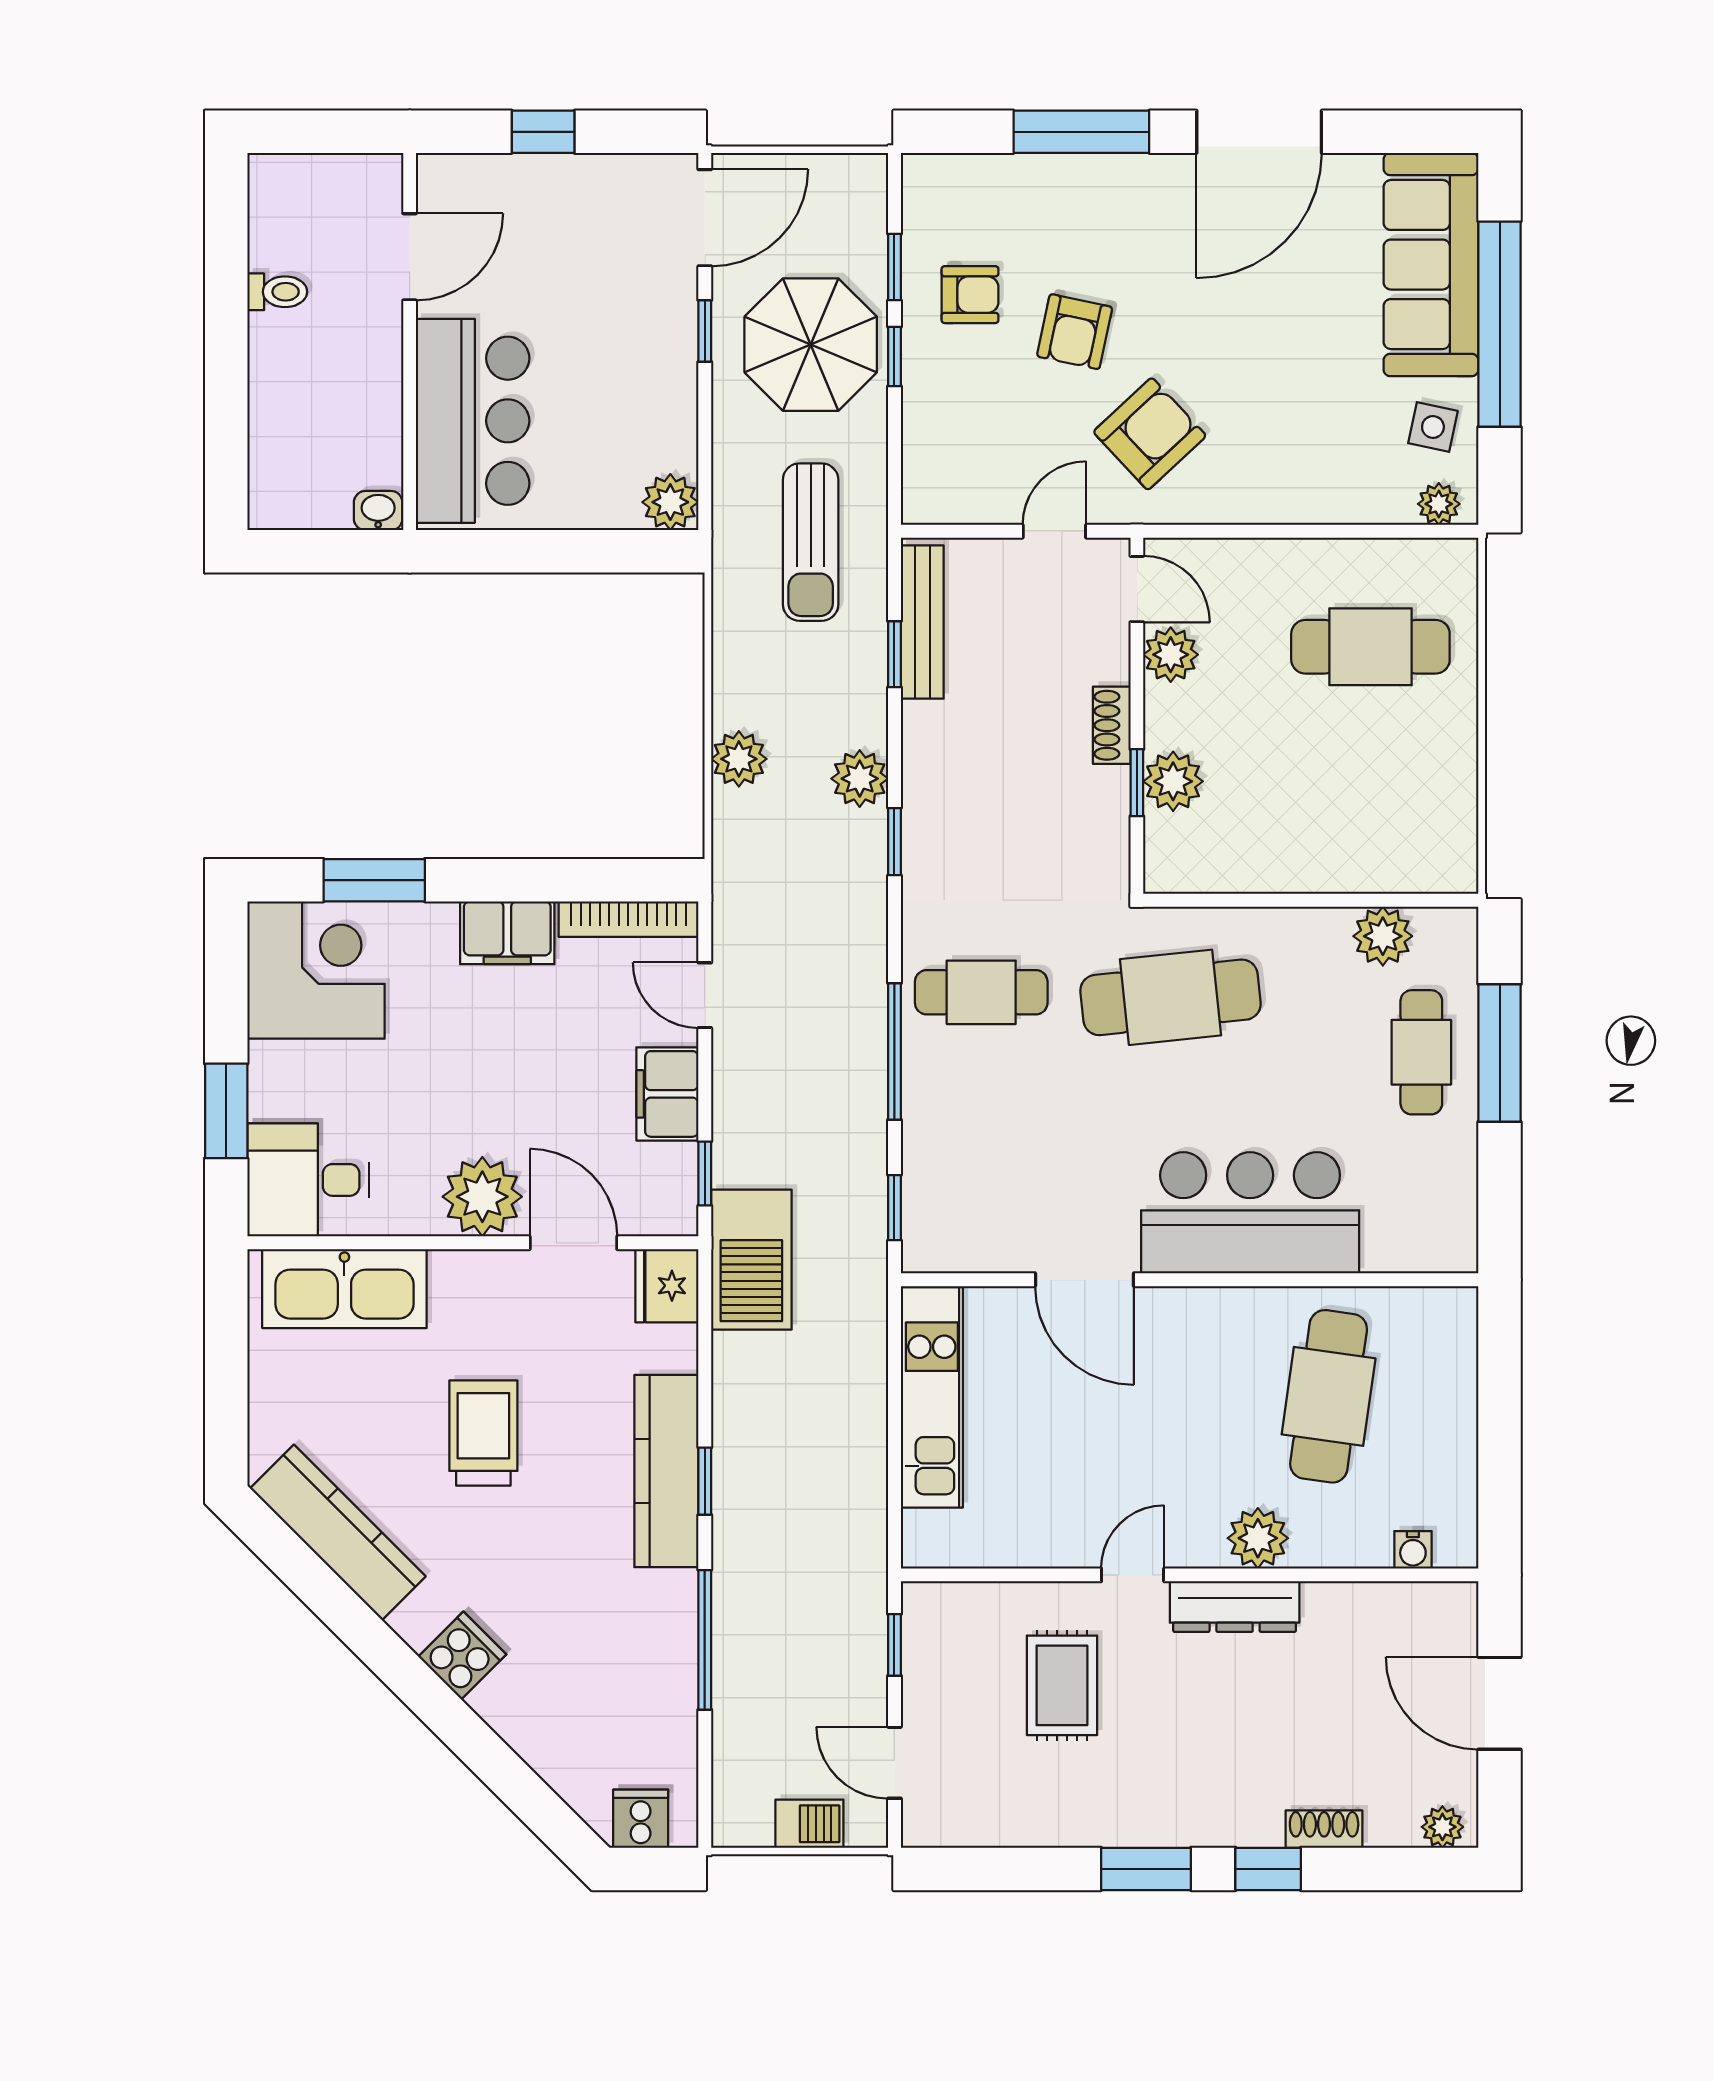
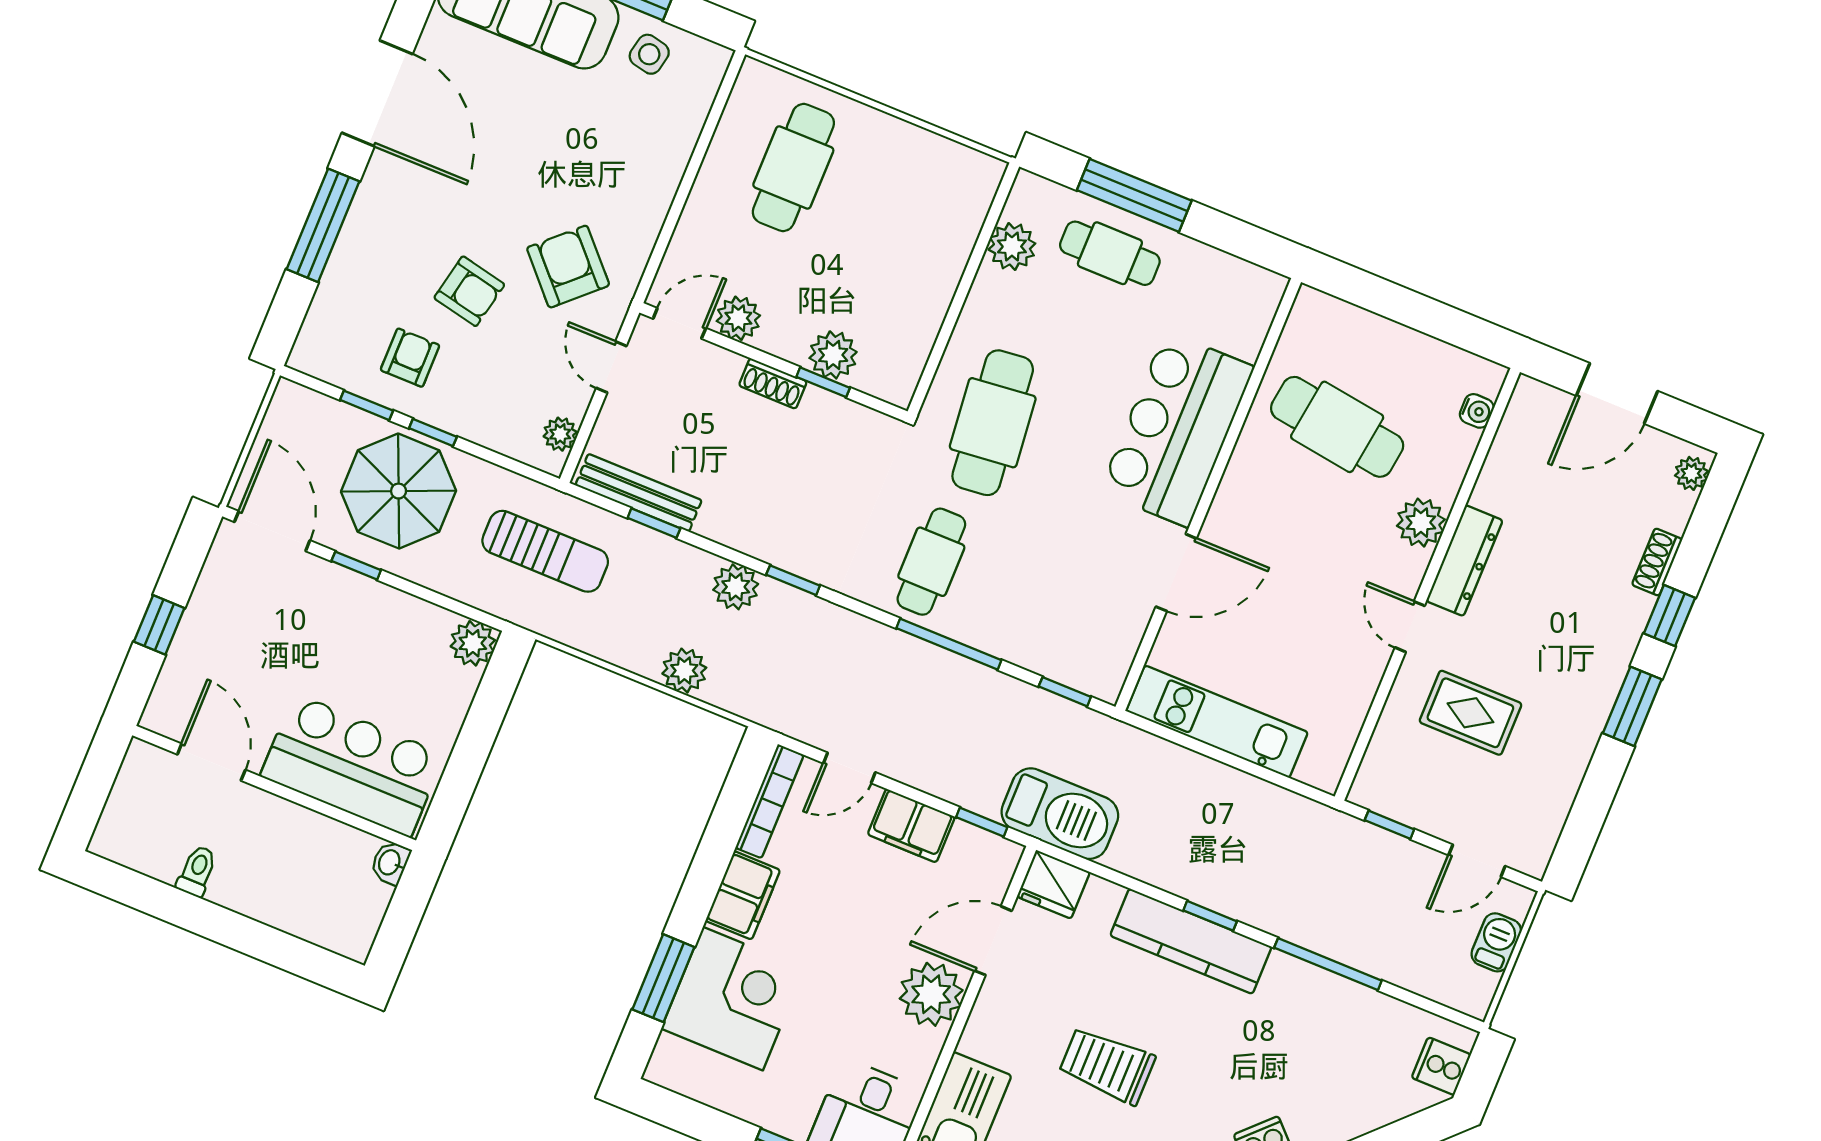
plant: (1439, 504) -> (560, 434), moved
corner desk: (316, 970) -> (733, 999), moved, turned 90

